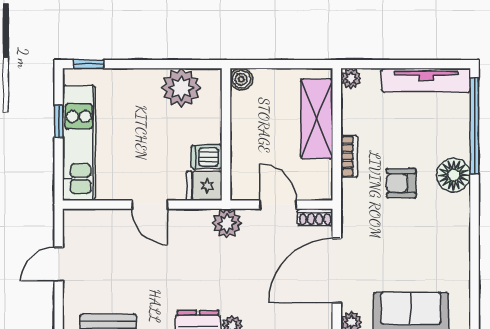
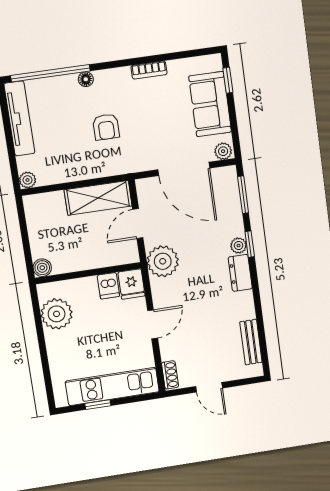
window: (89, 64) -> (49, 389), removed
shelving: (317, 119) -> (98, 198), moved
bookcase: (349, 156) -> (149, 70), moved, turned 180
floor lamp: (454, 175) -> (86, 79), width x0.53, depth x0.53
shoe rack: (315, 217) -> (170, 375), moved
plant: (227, 223) -> (163, 261), width x1.36, depth x1.36

